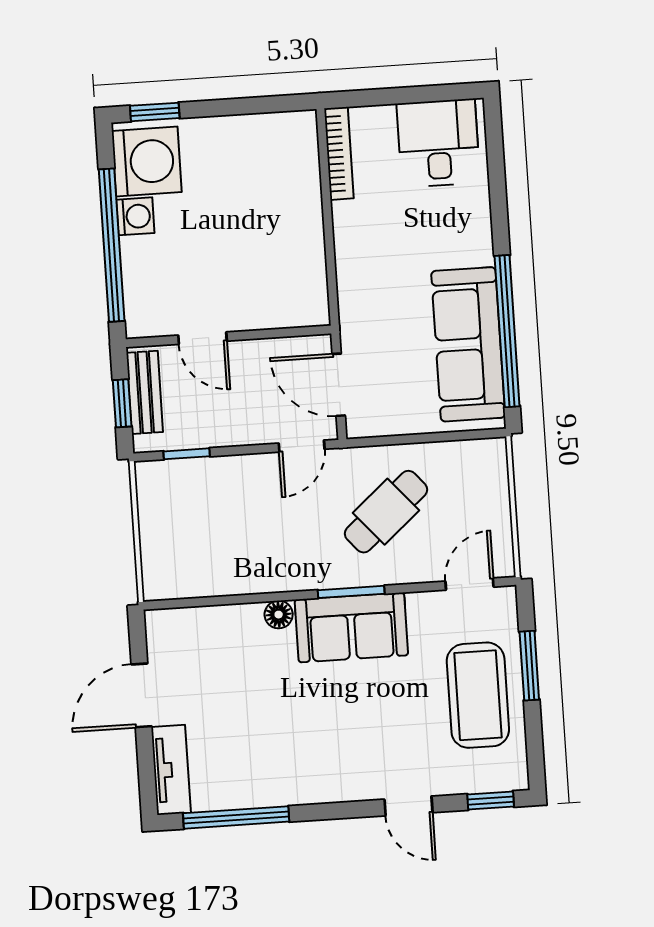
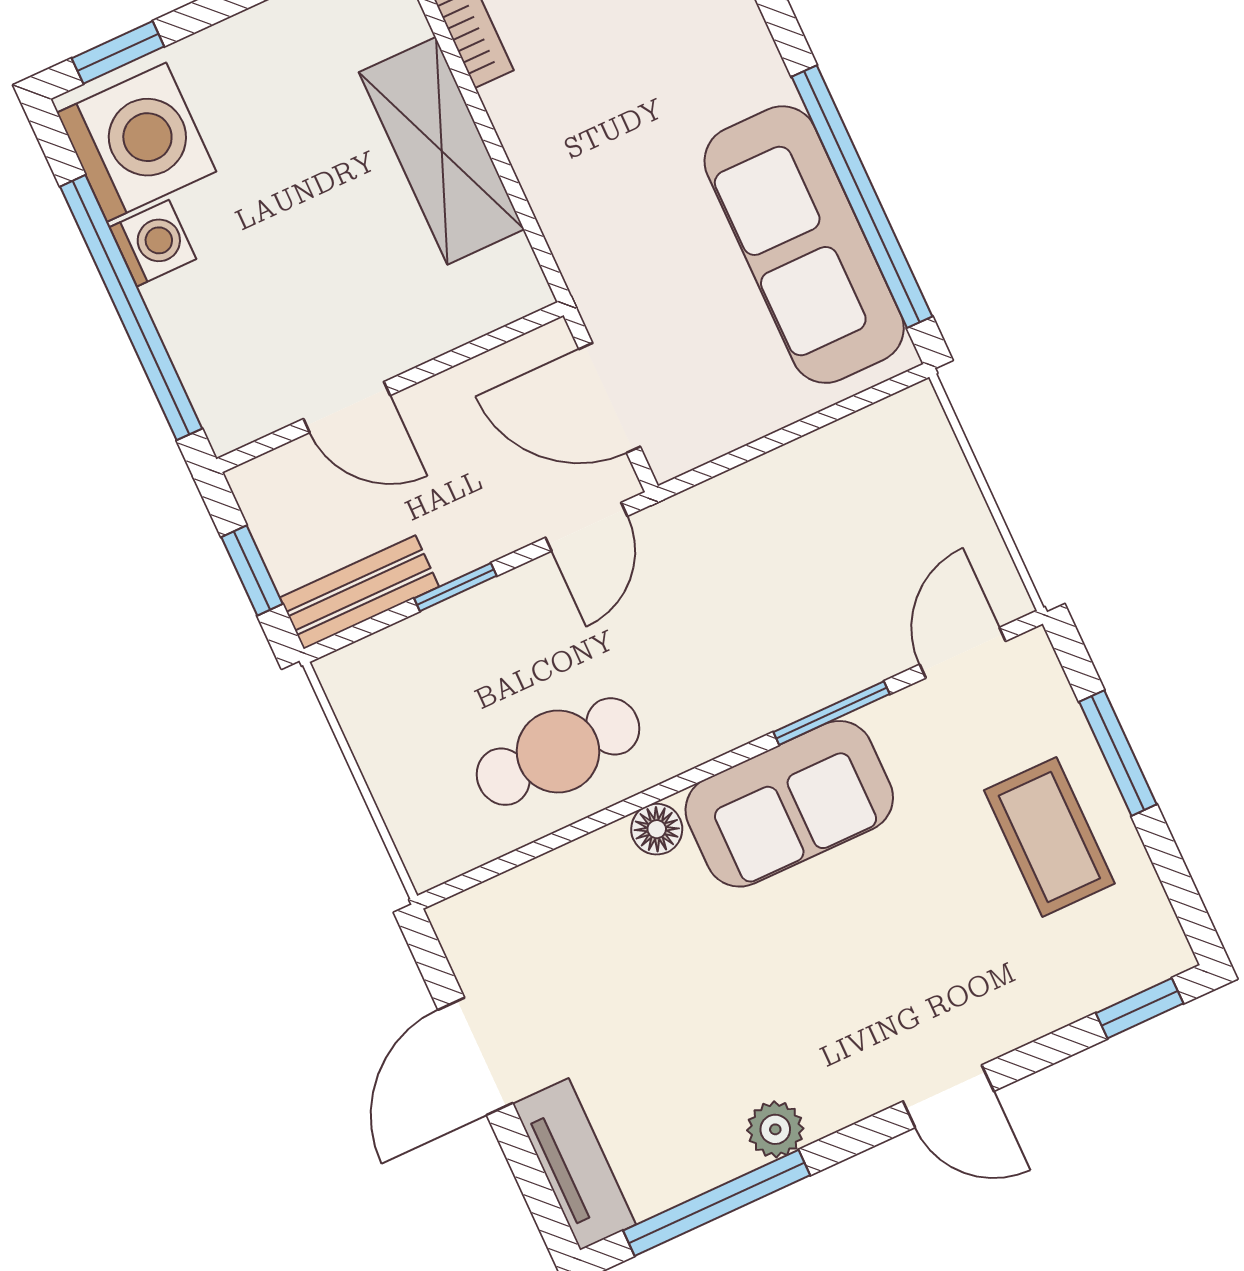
shelving: (301, 226) -> (442, 151), added
bench: (145, 392) -> (359, 592), moved, turned 90
window: (187, 454) -> (455, 587), moved
cafe table: (386, 512) -> (558, 752), moved, turned 41
window: (351, 592) -> (831, 713), moved
coffee table: (478, 695) -> (1049, 837), width x0.73, depth x0.76
plant: (281, 791) -> (775, 1129), added
door: (408, 806) -> (948, 1096), moved

